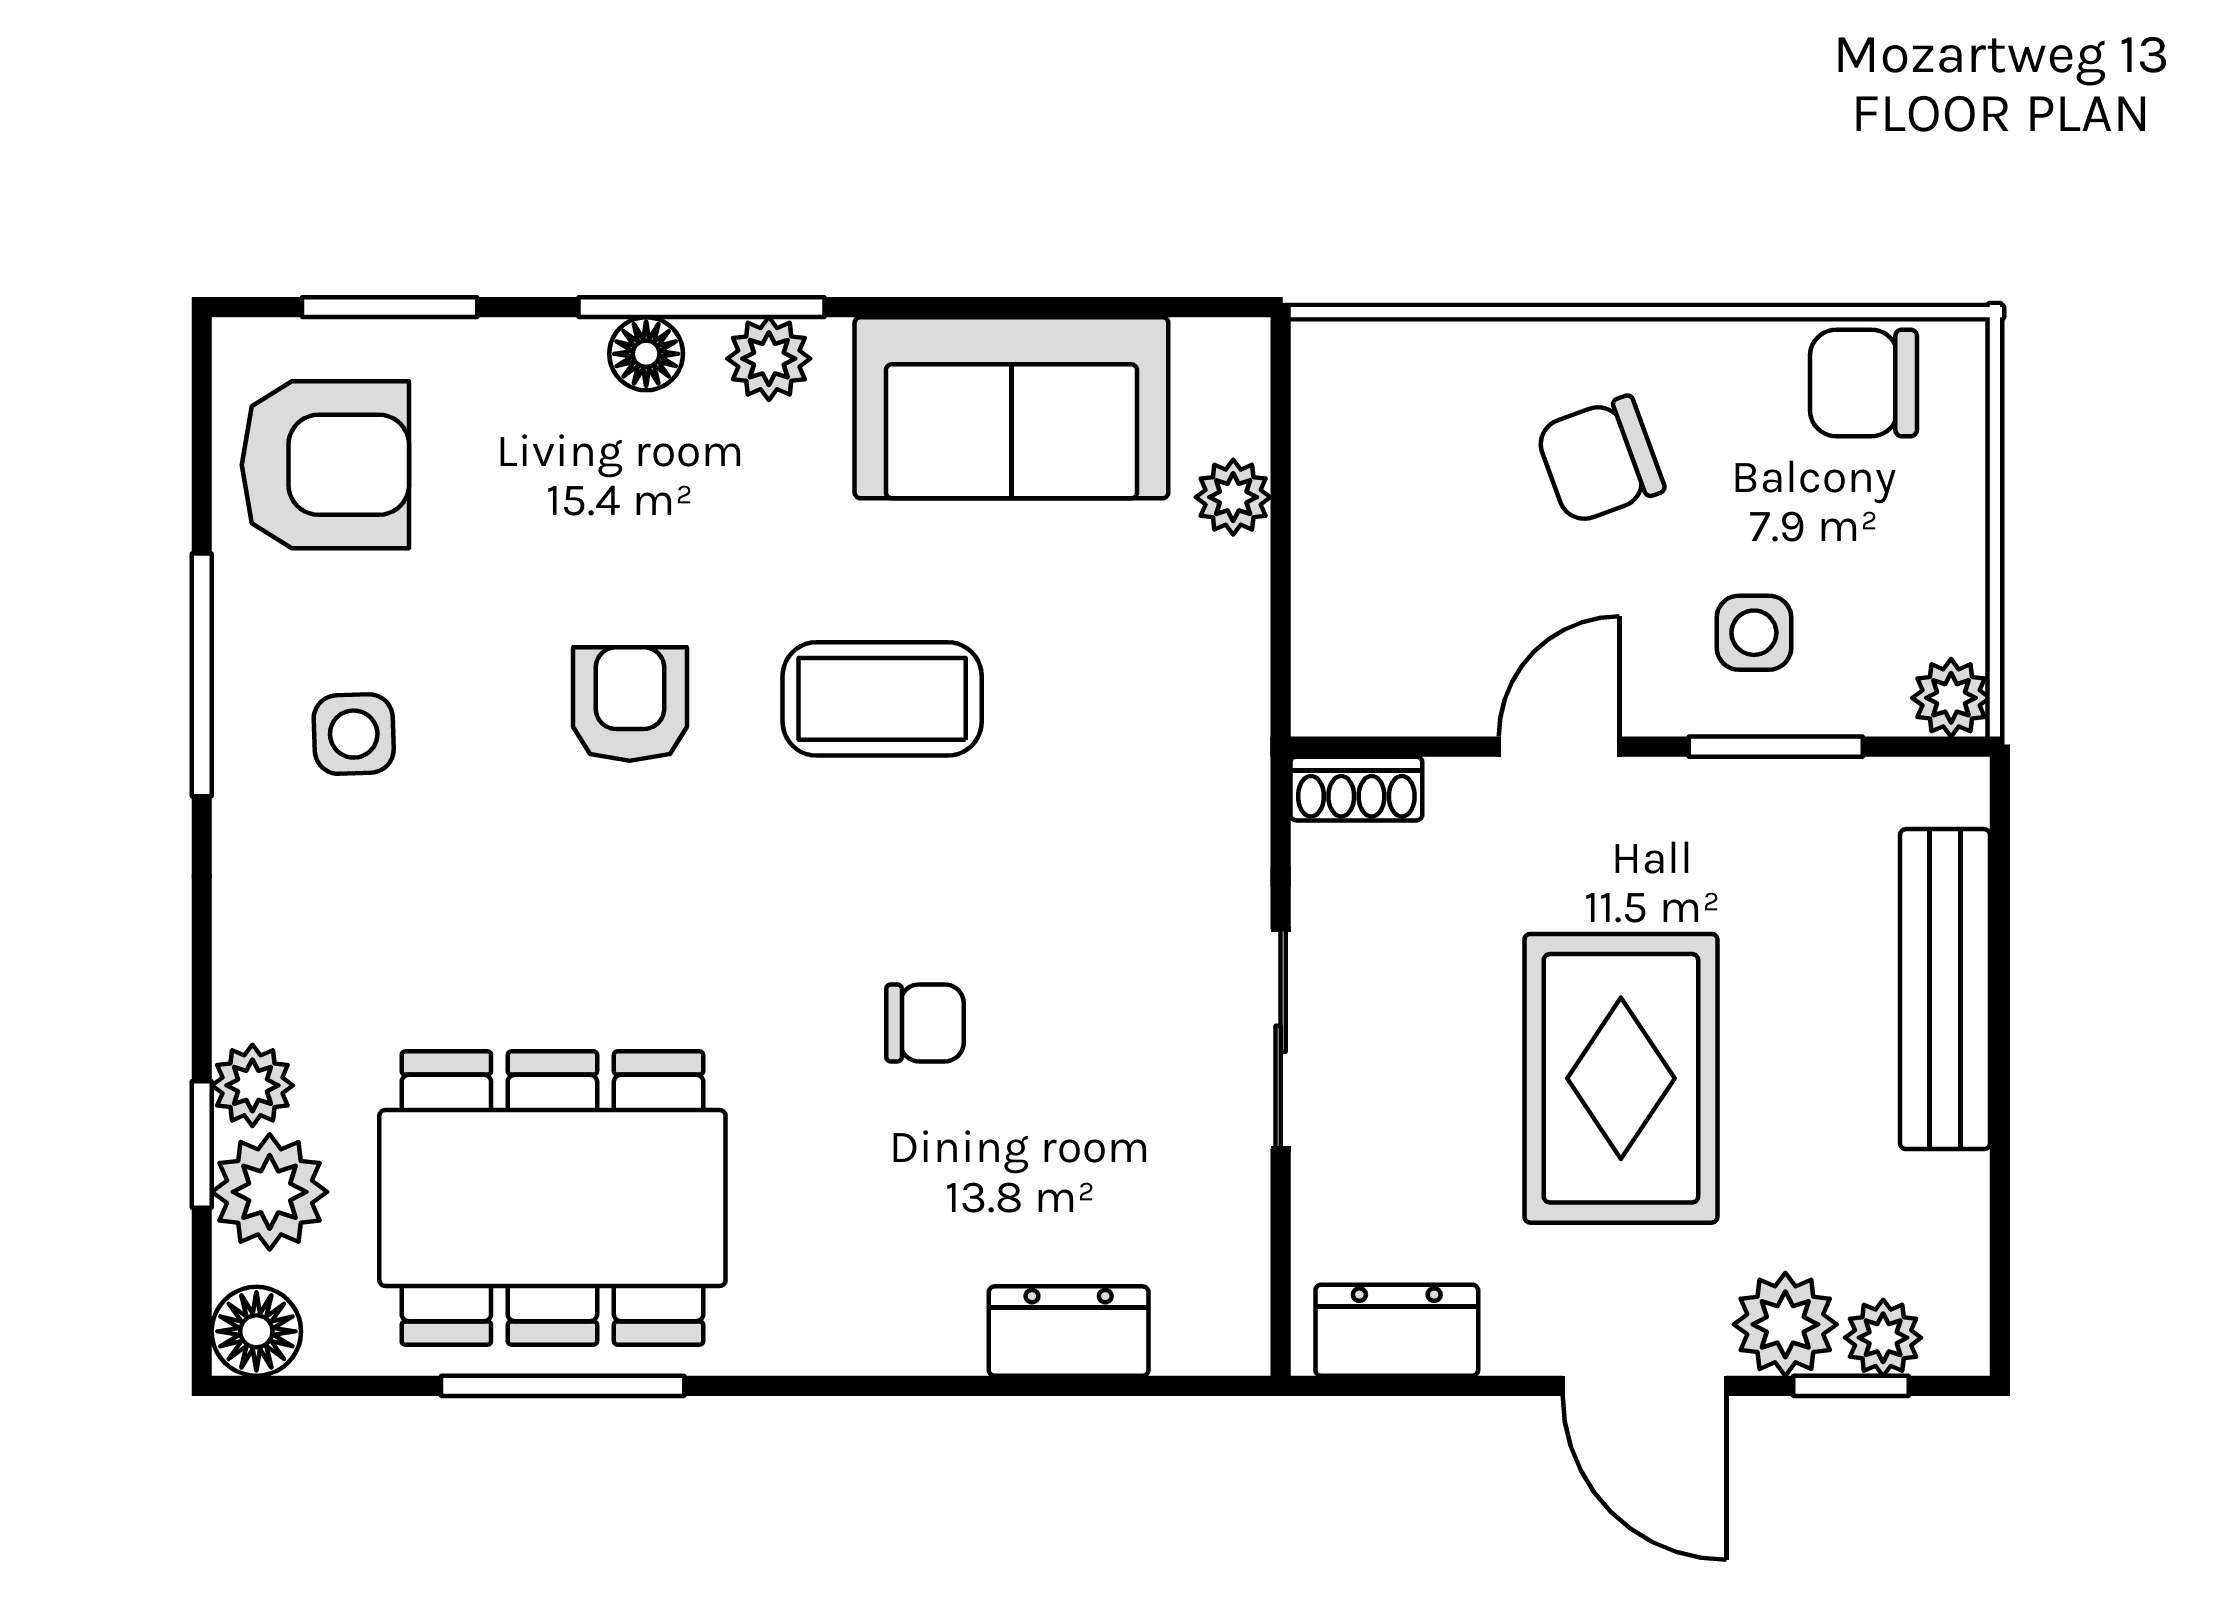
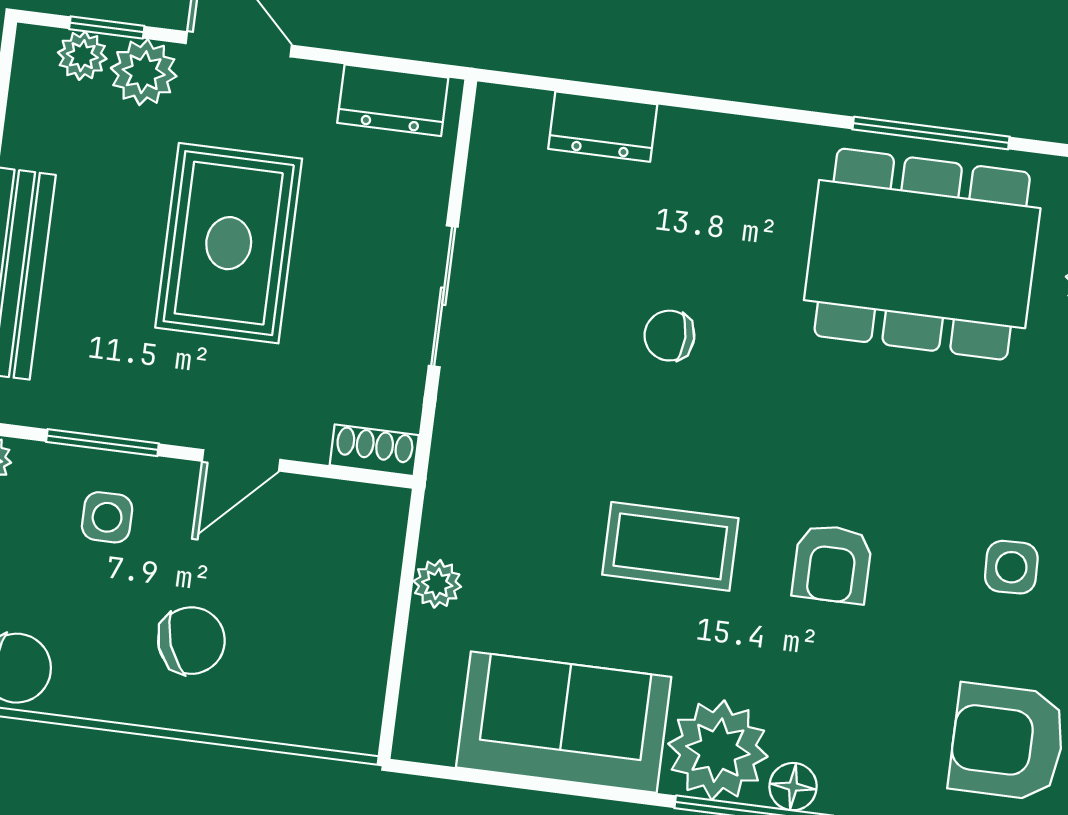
plant: (769, 359) -> (718, 750), width x1.87, depth x1.87
plant: (1233, 497) -> (437, 584), moved

